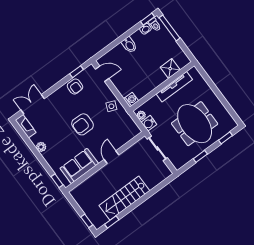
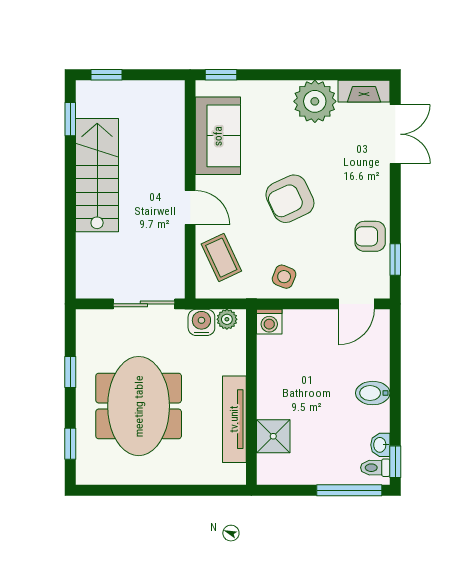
armchair: (83, 124) -> (290, 199), turned -115
meeting table: (195, 124) -> (139, 406), turned 90
coffee table: (121, 133) -> (221, 258), added
plant: (41, 147) -> (315, 101), width x1.87, depth x1.87

